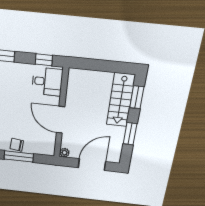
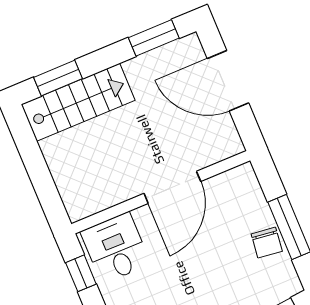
window: (130, 134) -> (154, 38), moved
plant: (64, 153) -> (233, 145), removed

